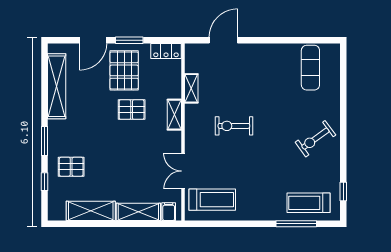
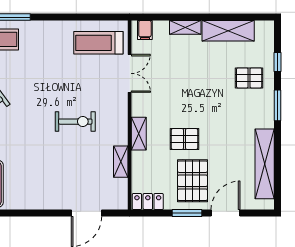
shelving: (138, 212) -> (185, 27), width x0.67, depth x0.75

